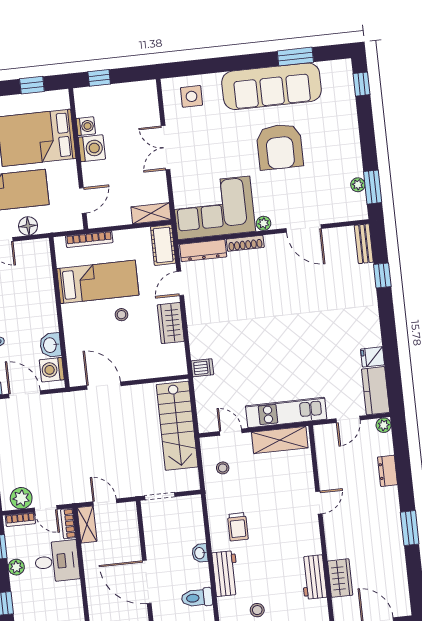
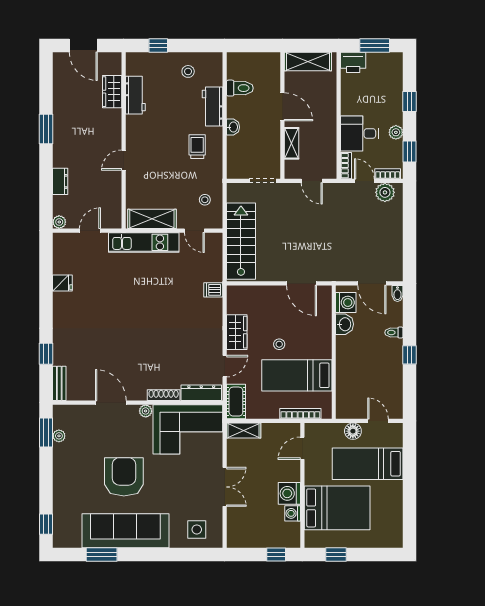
kitchen counter: (376, 391) -> (63, 253), removed
shelving: (87, 524) -> (292, 143), moved
door: (147, 582) -> (282, 107), width x0.73

